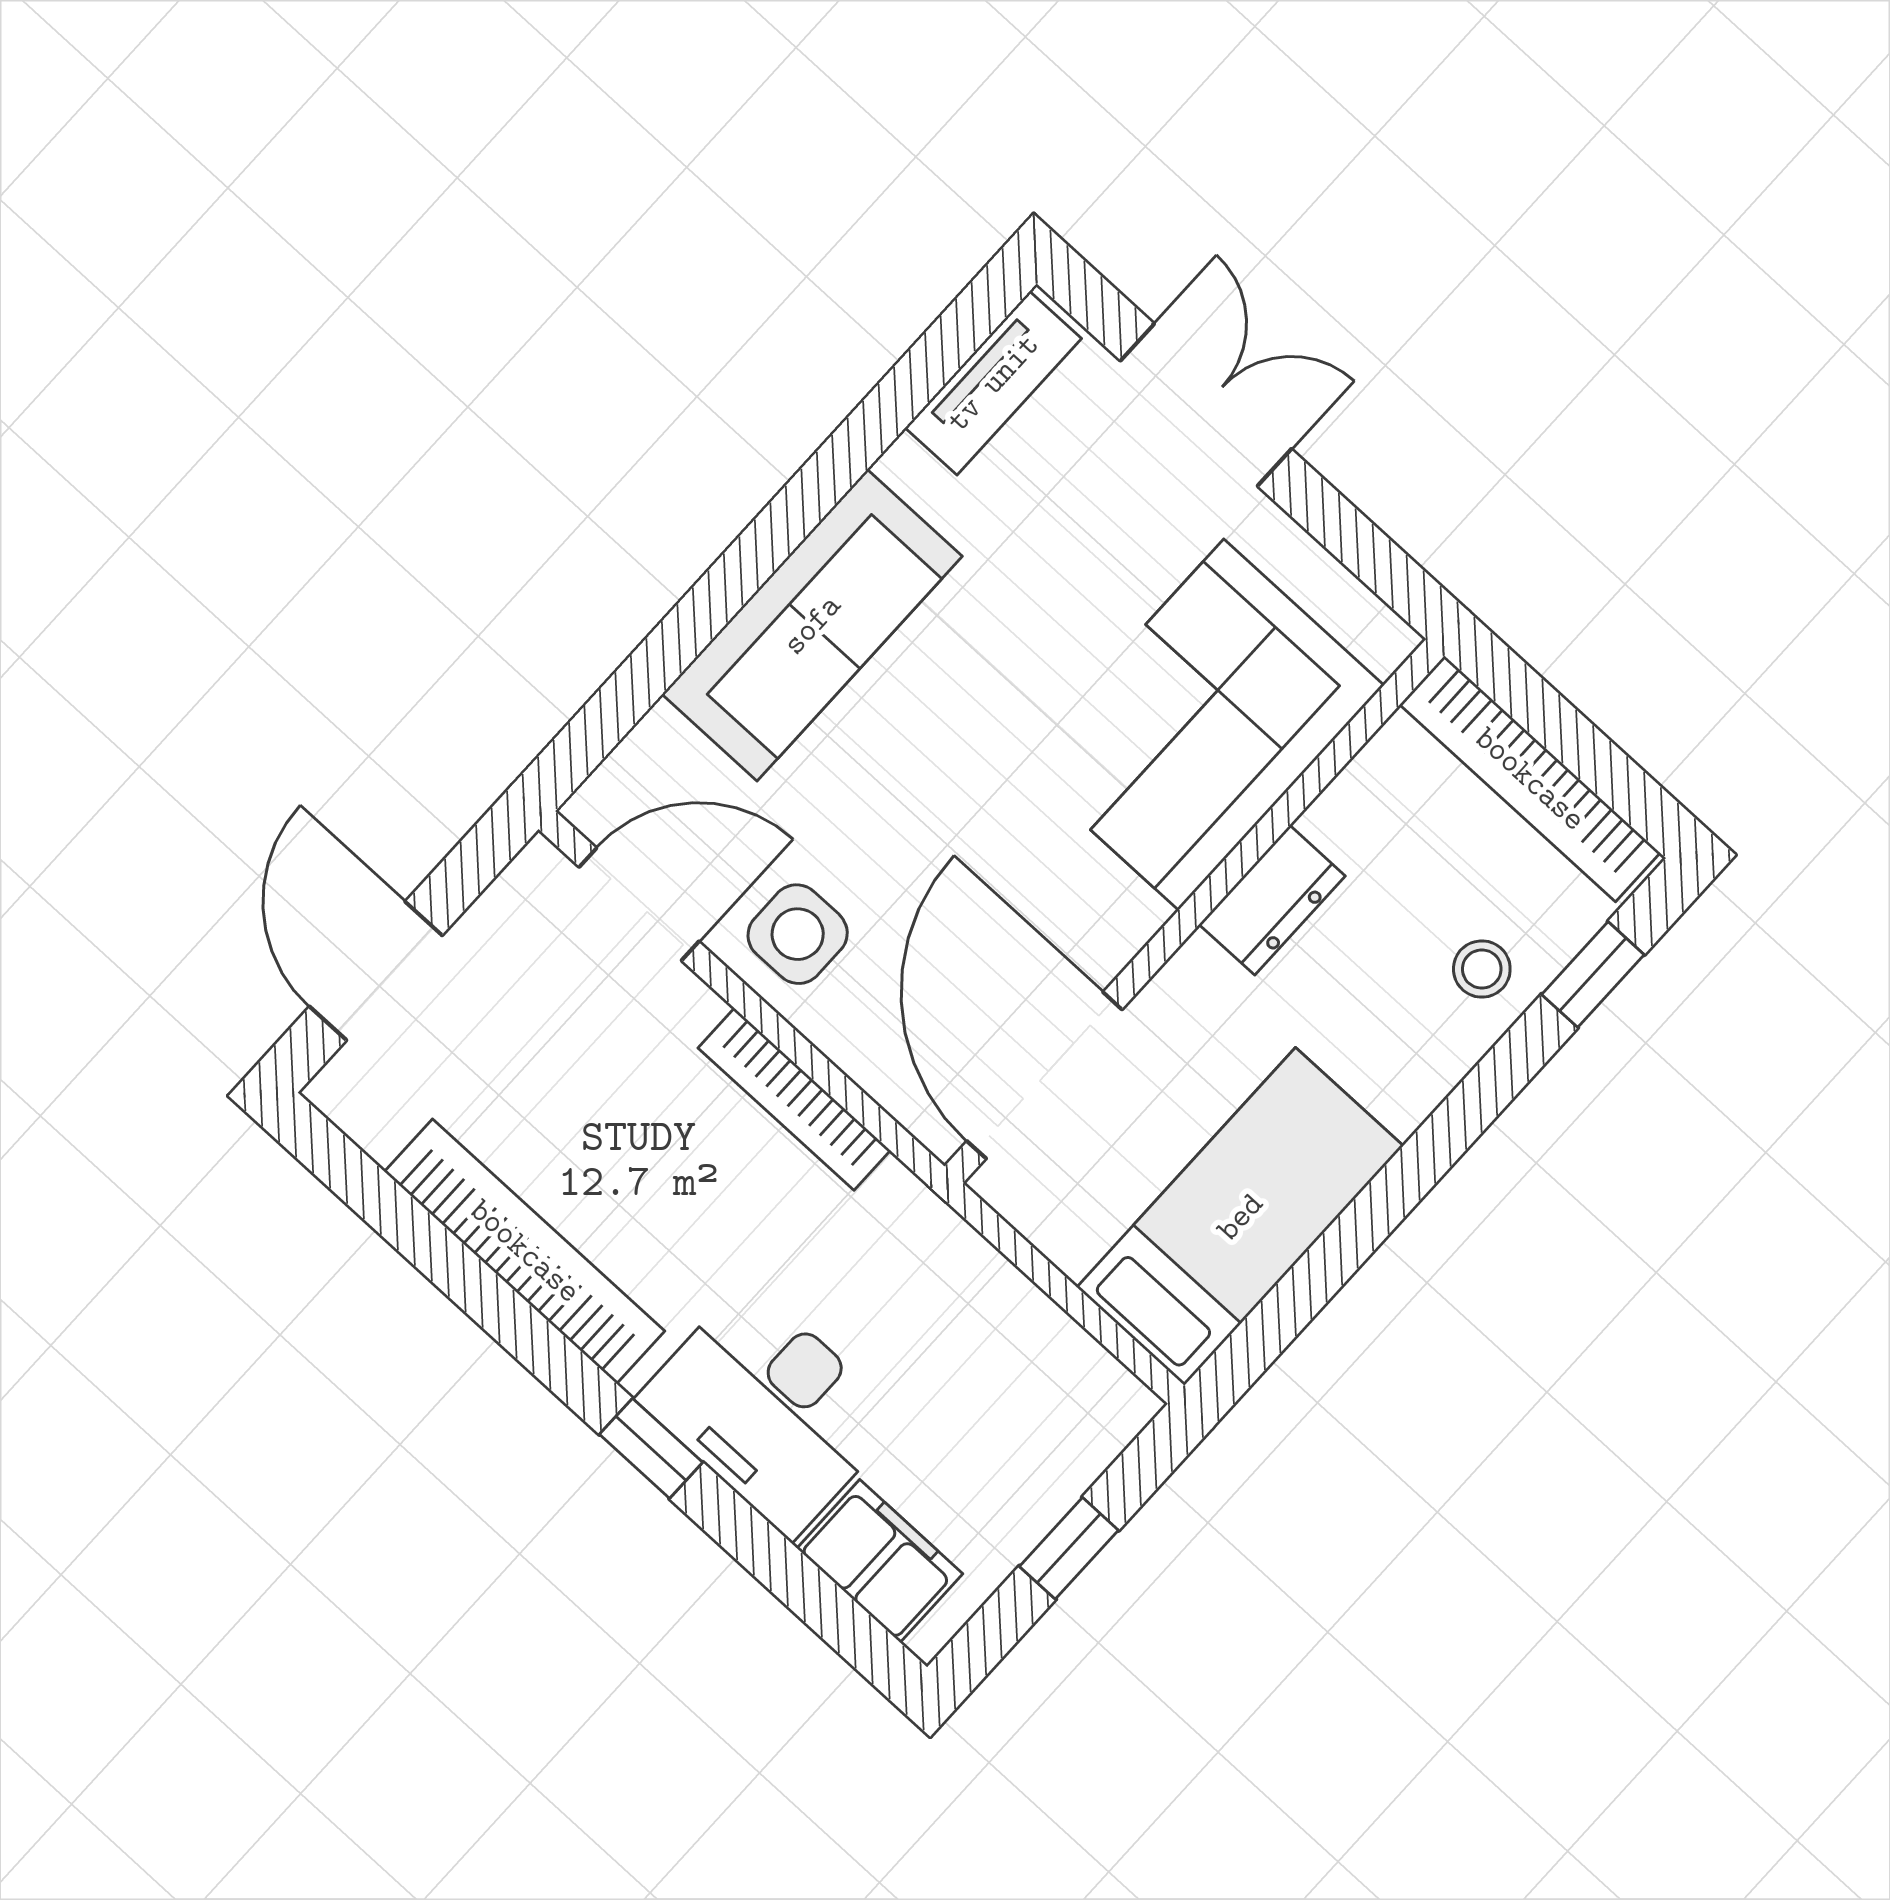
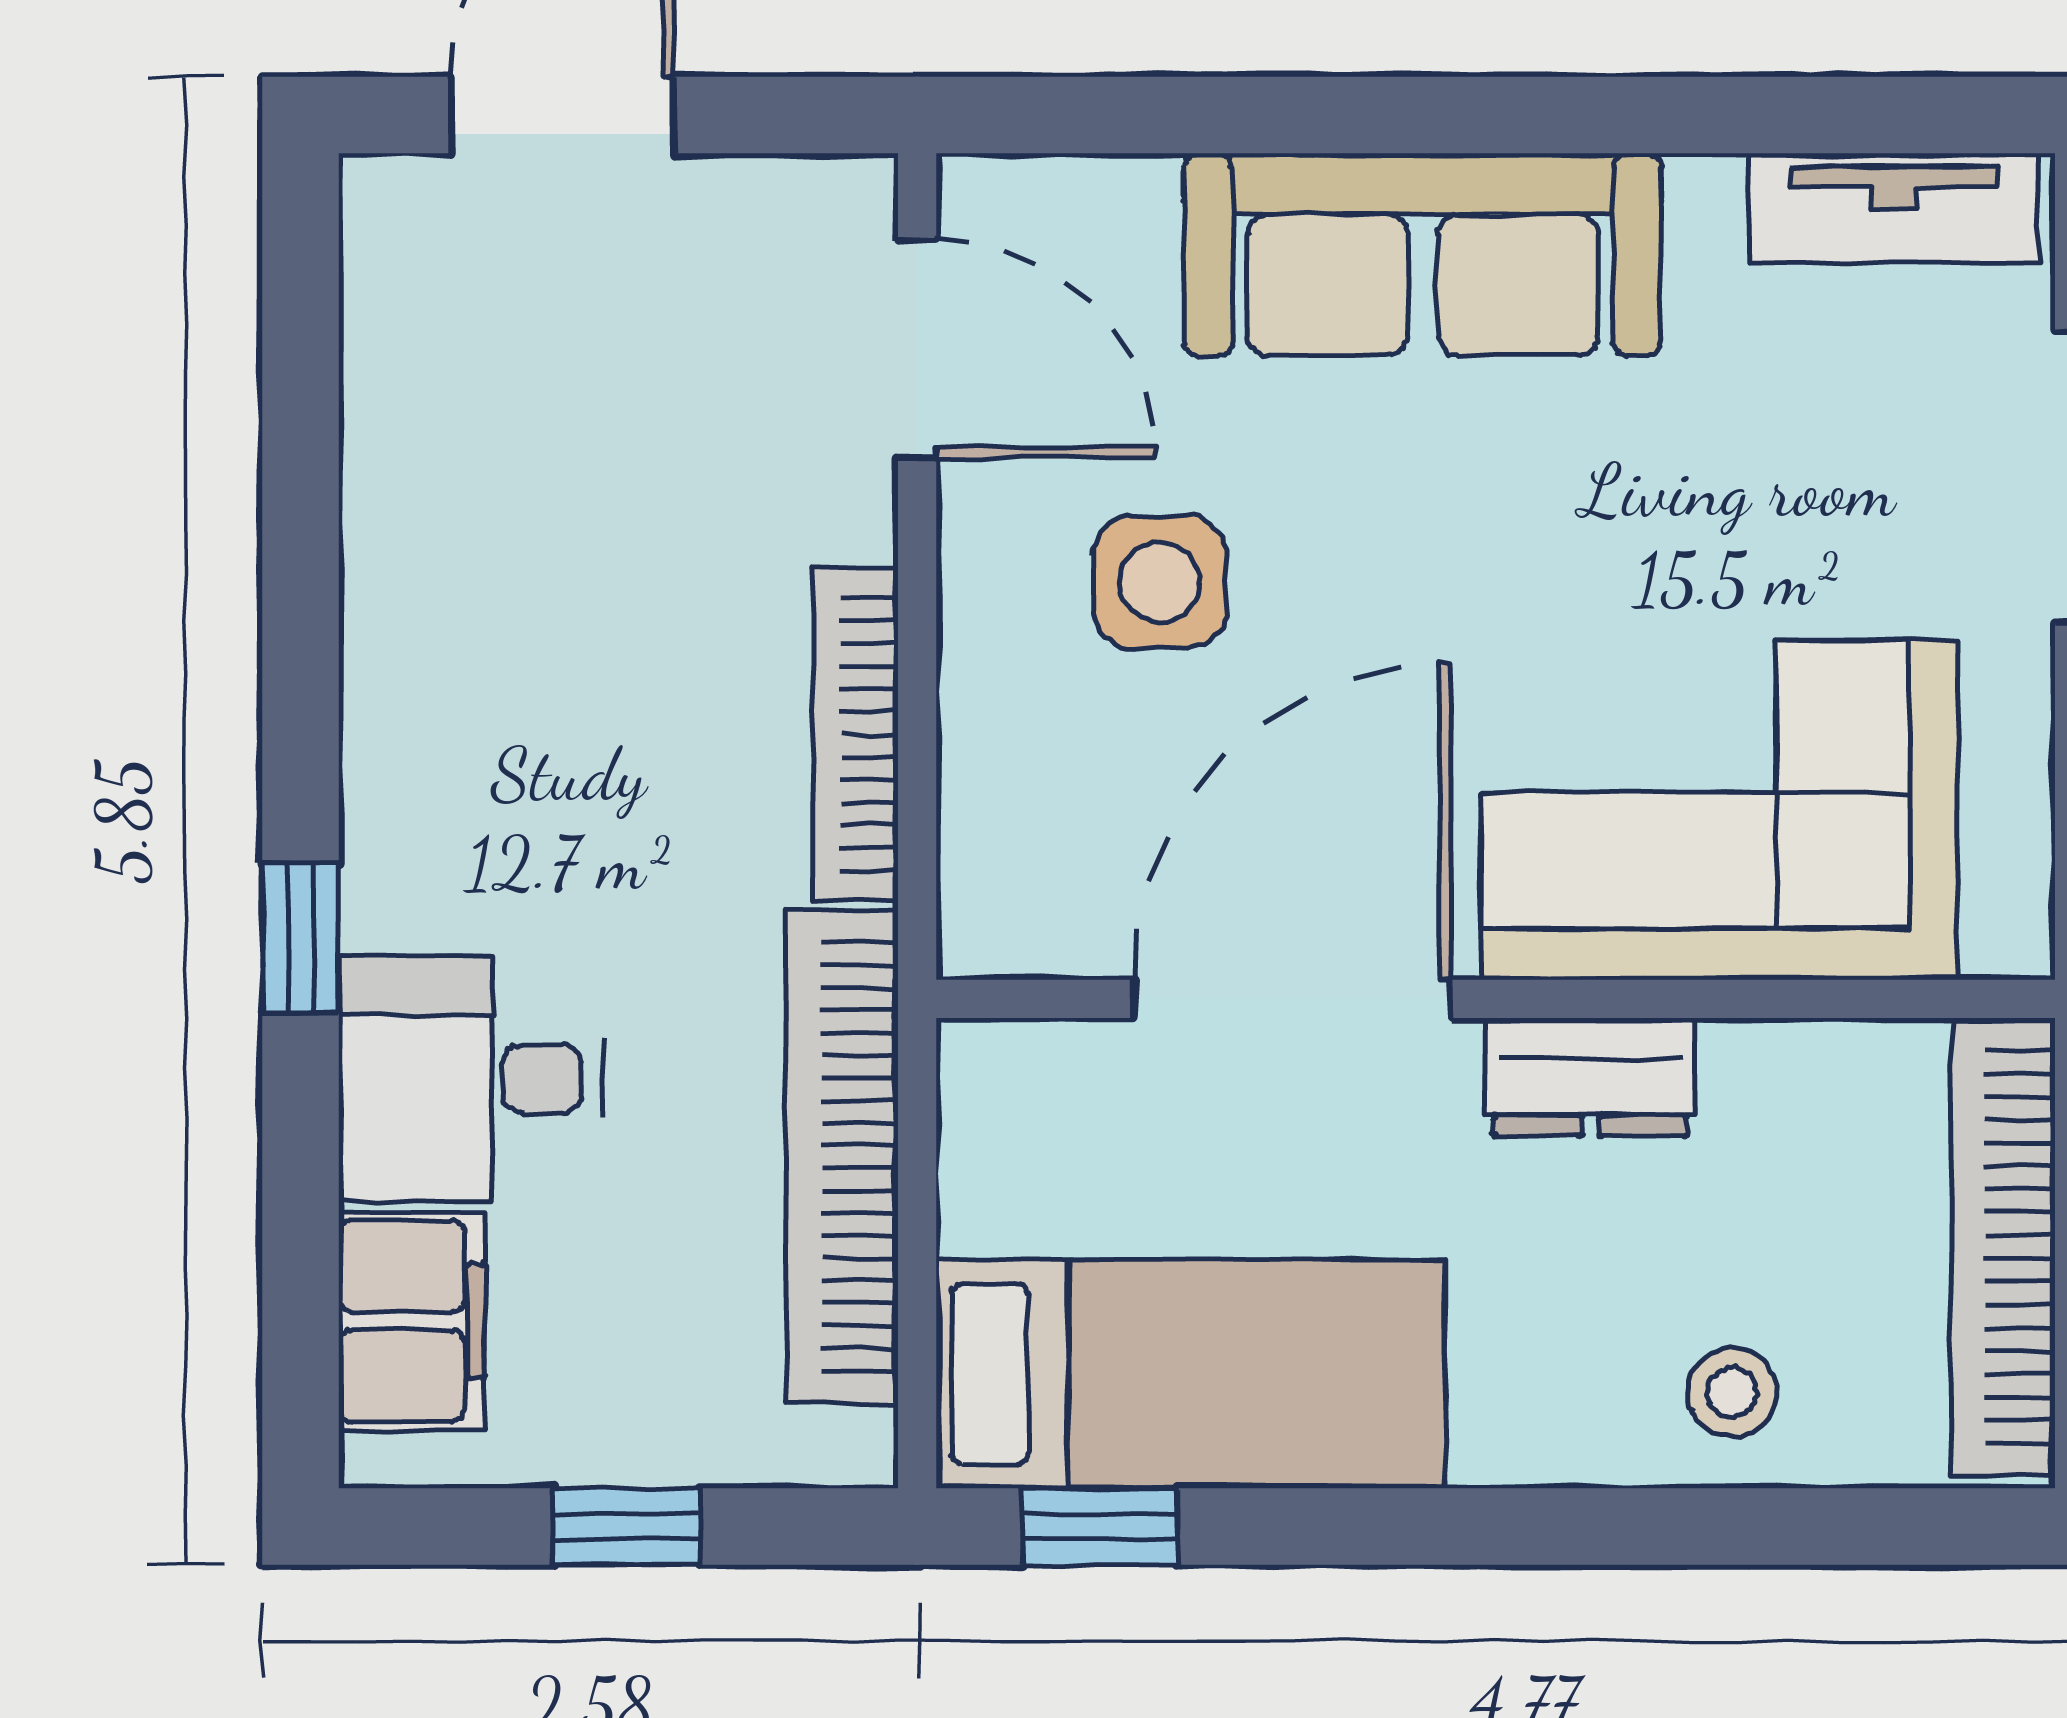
side table: (798, 934) -> (1160, 582), moved
window: (1593, 975) -> (1100, 1527), moved
door: (1045, 1075) -> (1292, 999), moved
bookcase: (525, 1251) -> (842, 1157), moved, turned 180
desk: (769, 1409) -> (471, 1079), width x0.73

